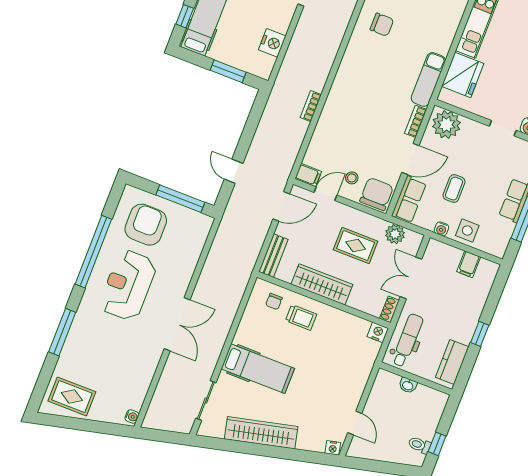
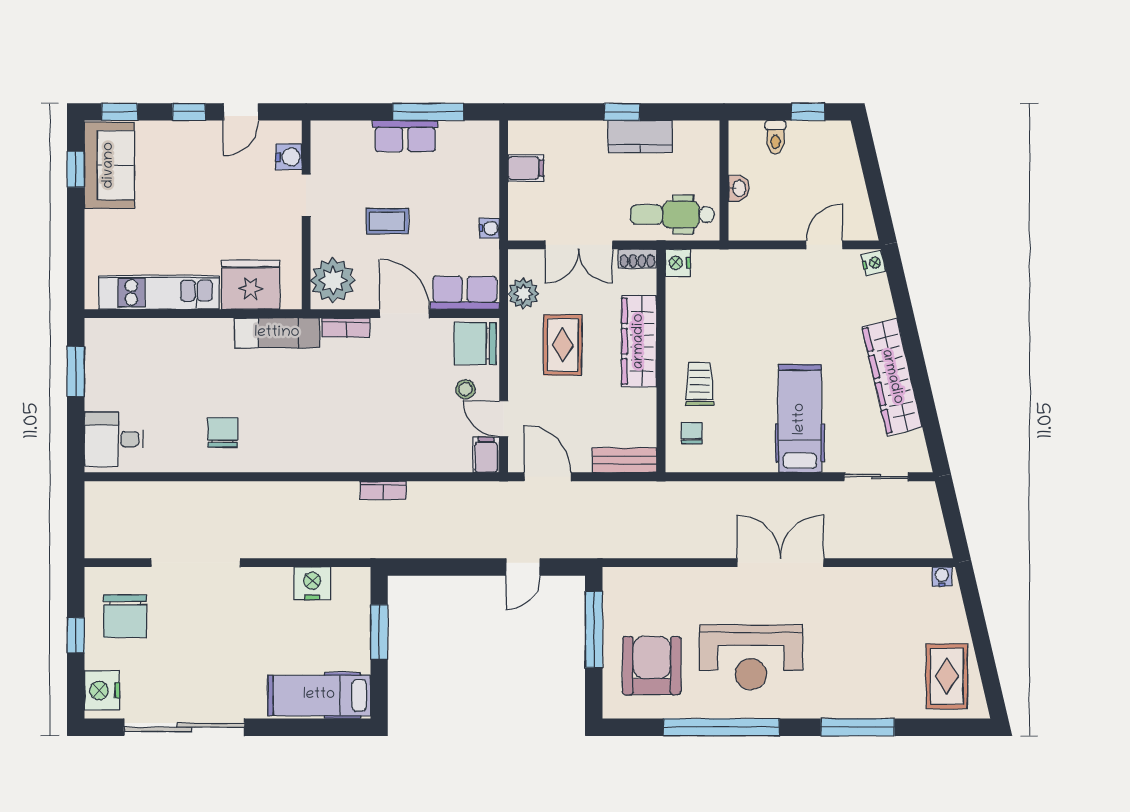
window: (185, 16) -> (323, 727), removed
coffee table: (454, 189) -> (387, 221), moved
armchair: (146, 225) -> (652, 666), turned 90
side table: (467, 230) -> (477, 189), removed
wardrobe: (322, 284) -> (639, 341), moved
chair: (274, 301) -> (692, 433), turned -90
kitchen counter: (452, 362) -> (640, 137), moved
toilet: (419, 445) -> (775, 137), moved

